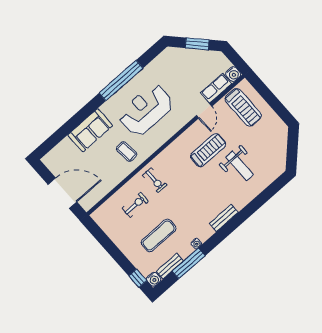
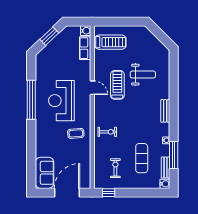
door: (204, 111) -> (92, 88), moved
sofa: (90, 130) -> (45, 173), moved
exercise bike: (135, 205) -> (115, 168), moved
window: (138, 278) -> (109, 193), moved

